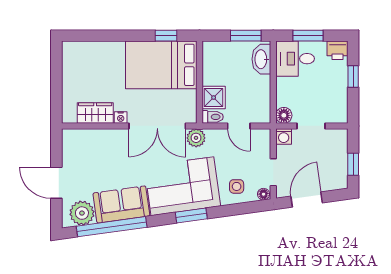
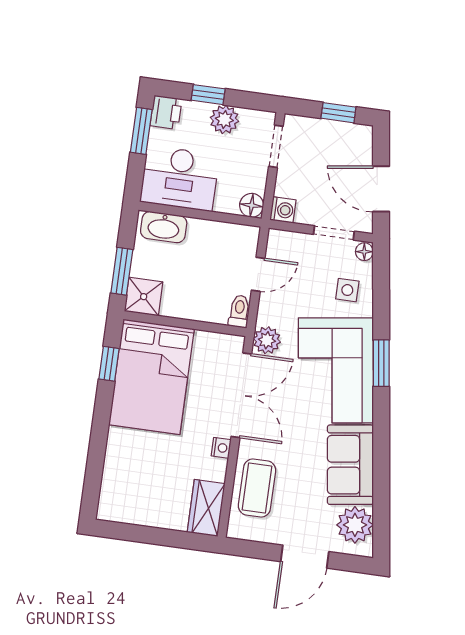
window: (246, 36) -> (122, 271), moved
window: (308, 36) -> (141, 131), moved
desk: (295, 59) -> (180, 178), width x1.37
plant: (338, 89) -> (224, 119), added
shower: (214, 98) -> (144, 297), moved
wardrobe: (95, 113) -> (206, 508), moved
doorway: (311, 126) -> (276, 146), moved
coffee table: (97, 145) -> (257, 488), added
window: (112, 227) -> (381, 484), removed

